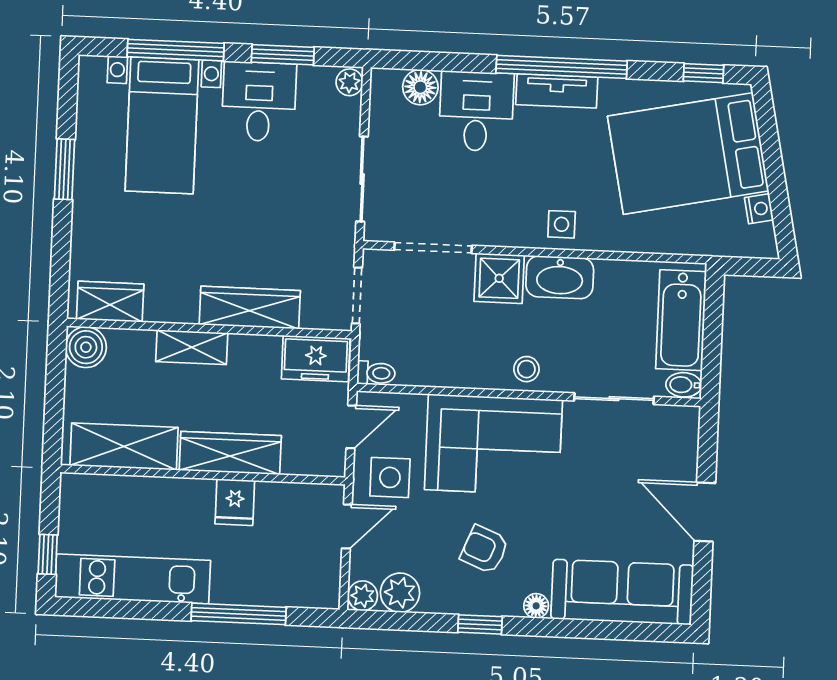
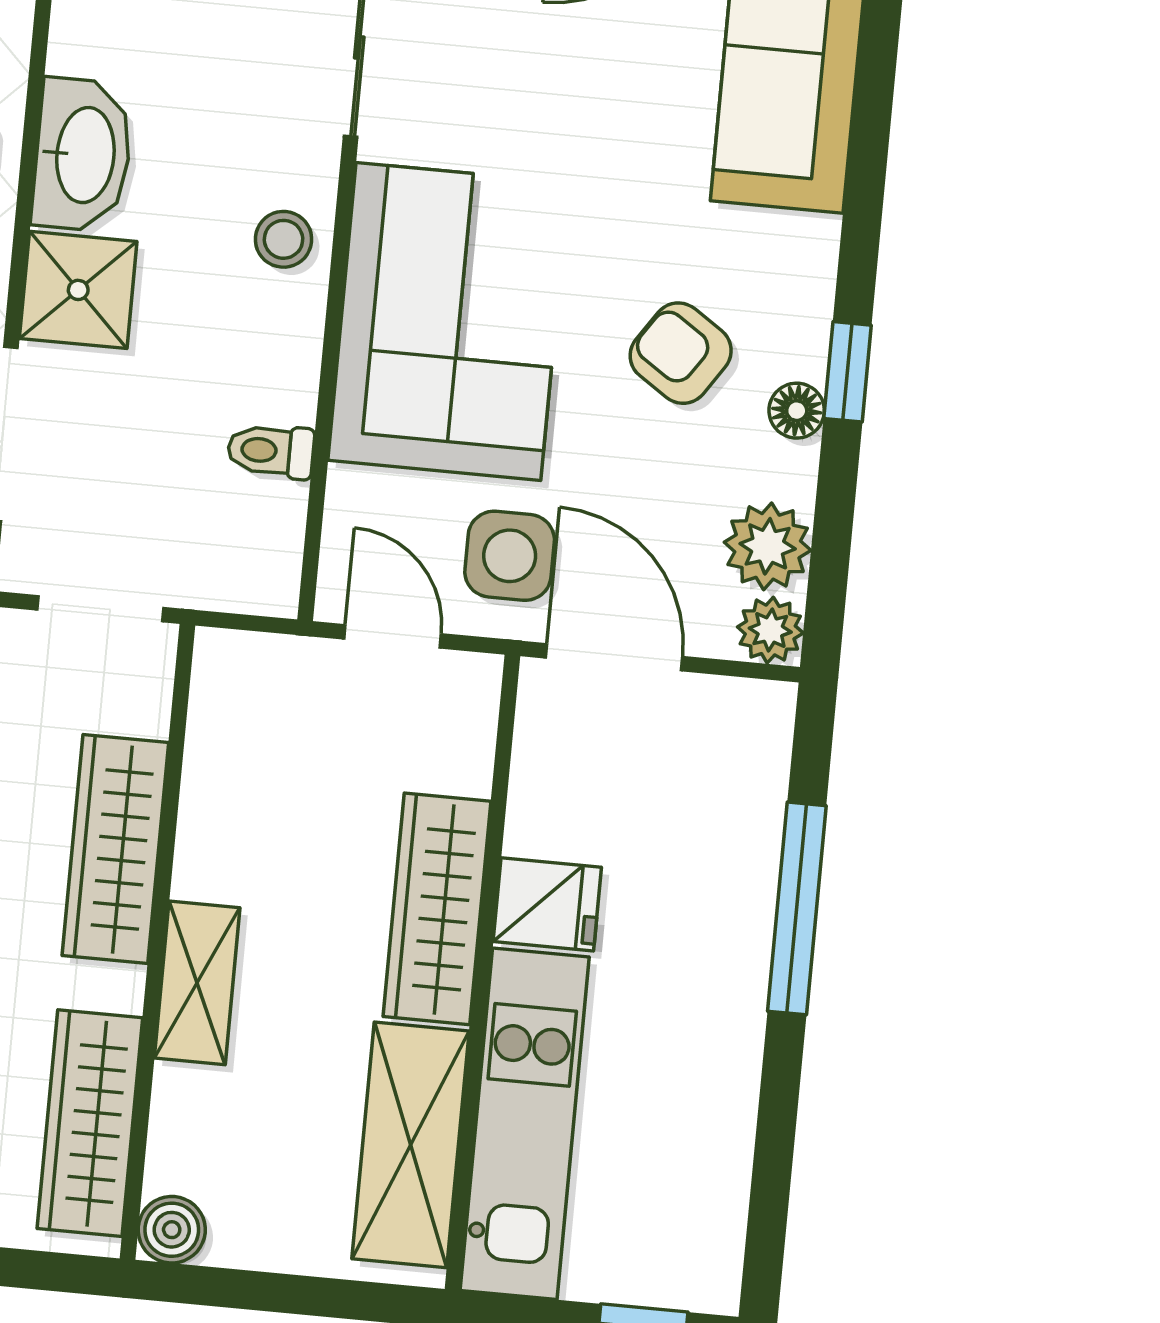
wardrobe: (110, 302) -> (90, 1123), width x1.50
boiler: (86, 347) -> (172, 1230), width x0.73, depth x0.73
freezer: (316, 359) -> (236, 708), removed
toilet: (376, 373) -> (271, 451), moved, turned -90
door: (347, 526) -> (614, 657), width x1.38
armchair: (485, 549) -> (681, 353), turned 102
kitchen unit: (133, 579) -> (525, 1124), moved, turned 180
floor lamp: (536, 606) -> (797, 411), moved

